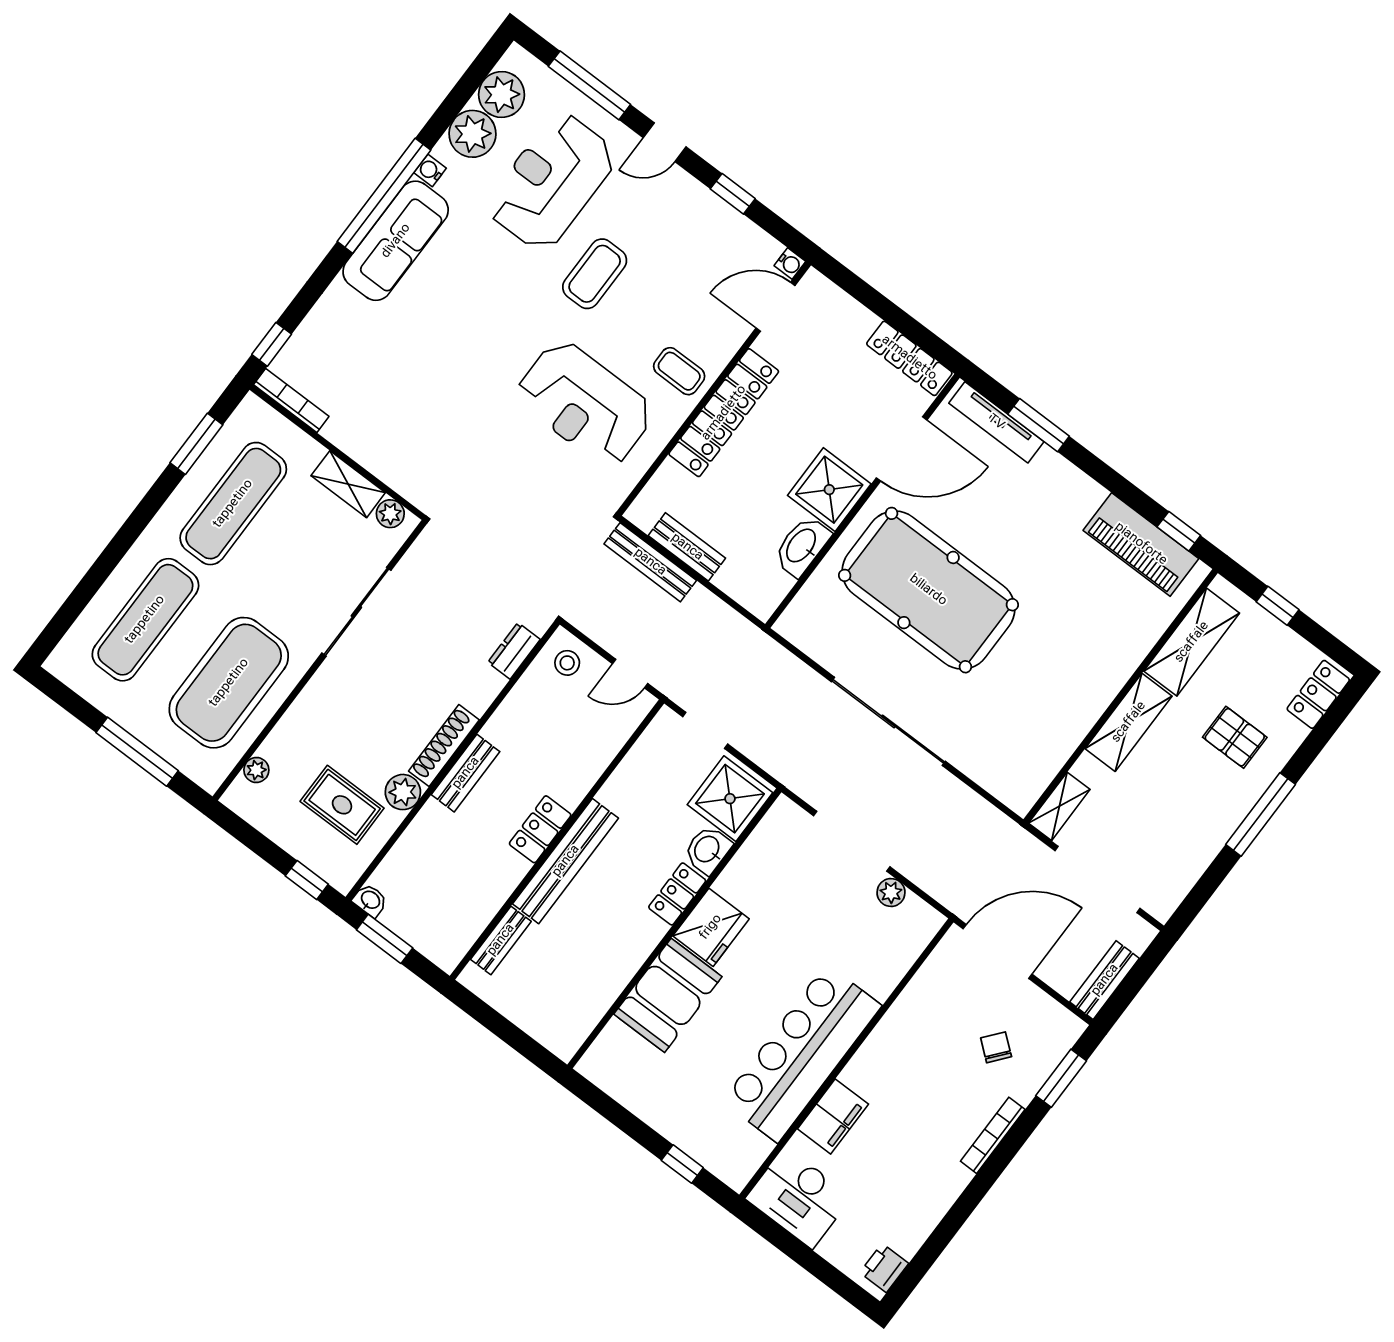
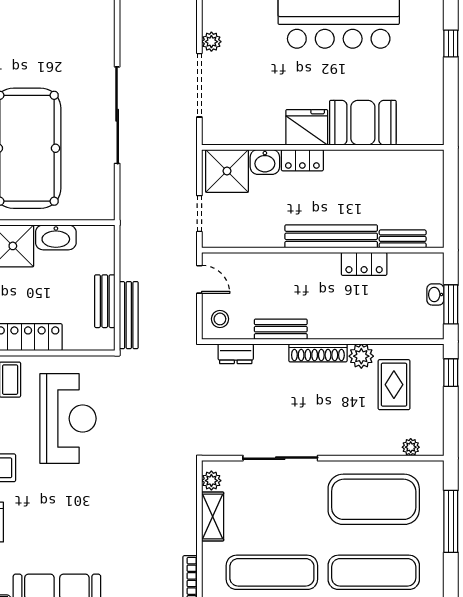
bench: (466, 773) -> (281, 329), moved
locker: (540, 829) -> (364, 264), moved
washbasin: (370, 900) -> (435, 294), moved

